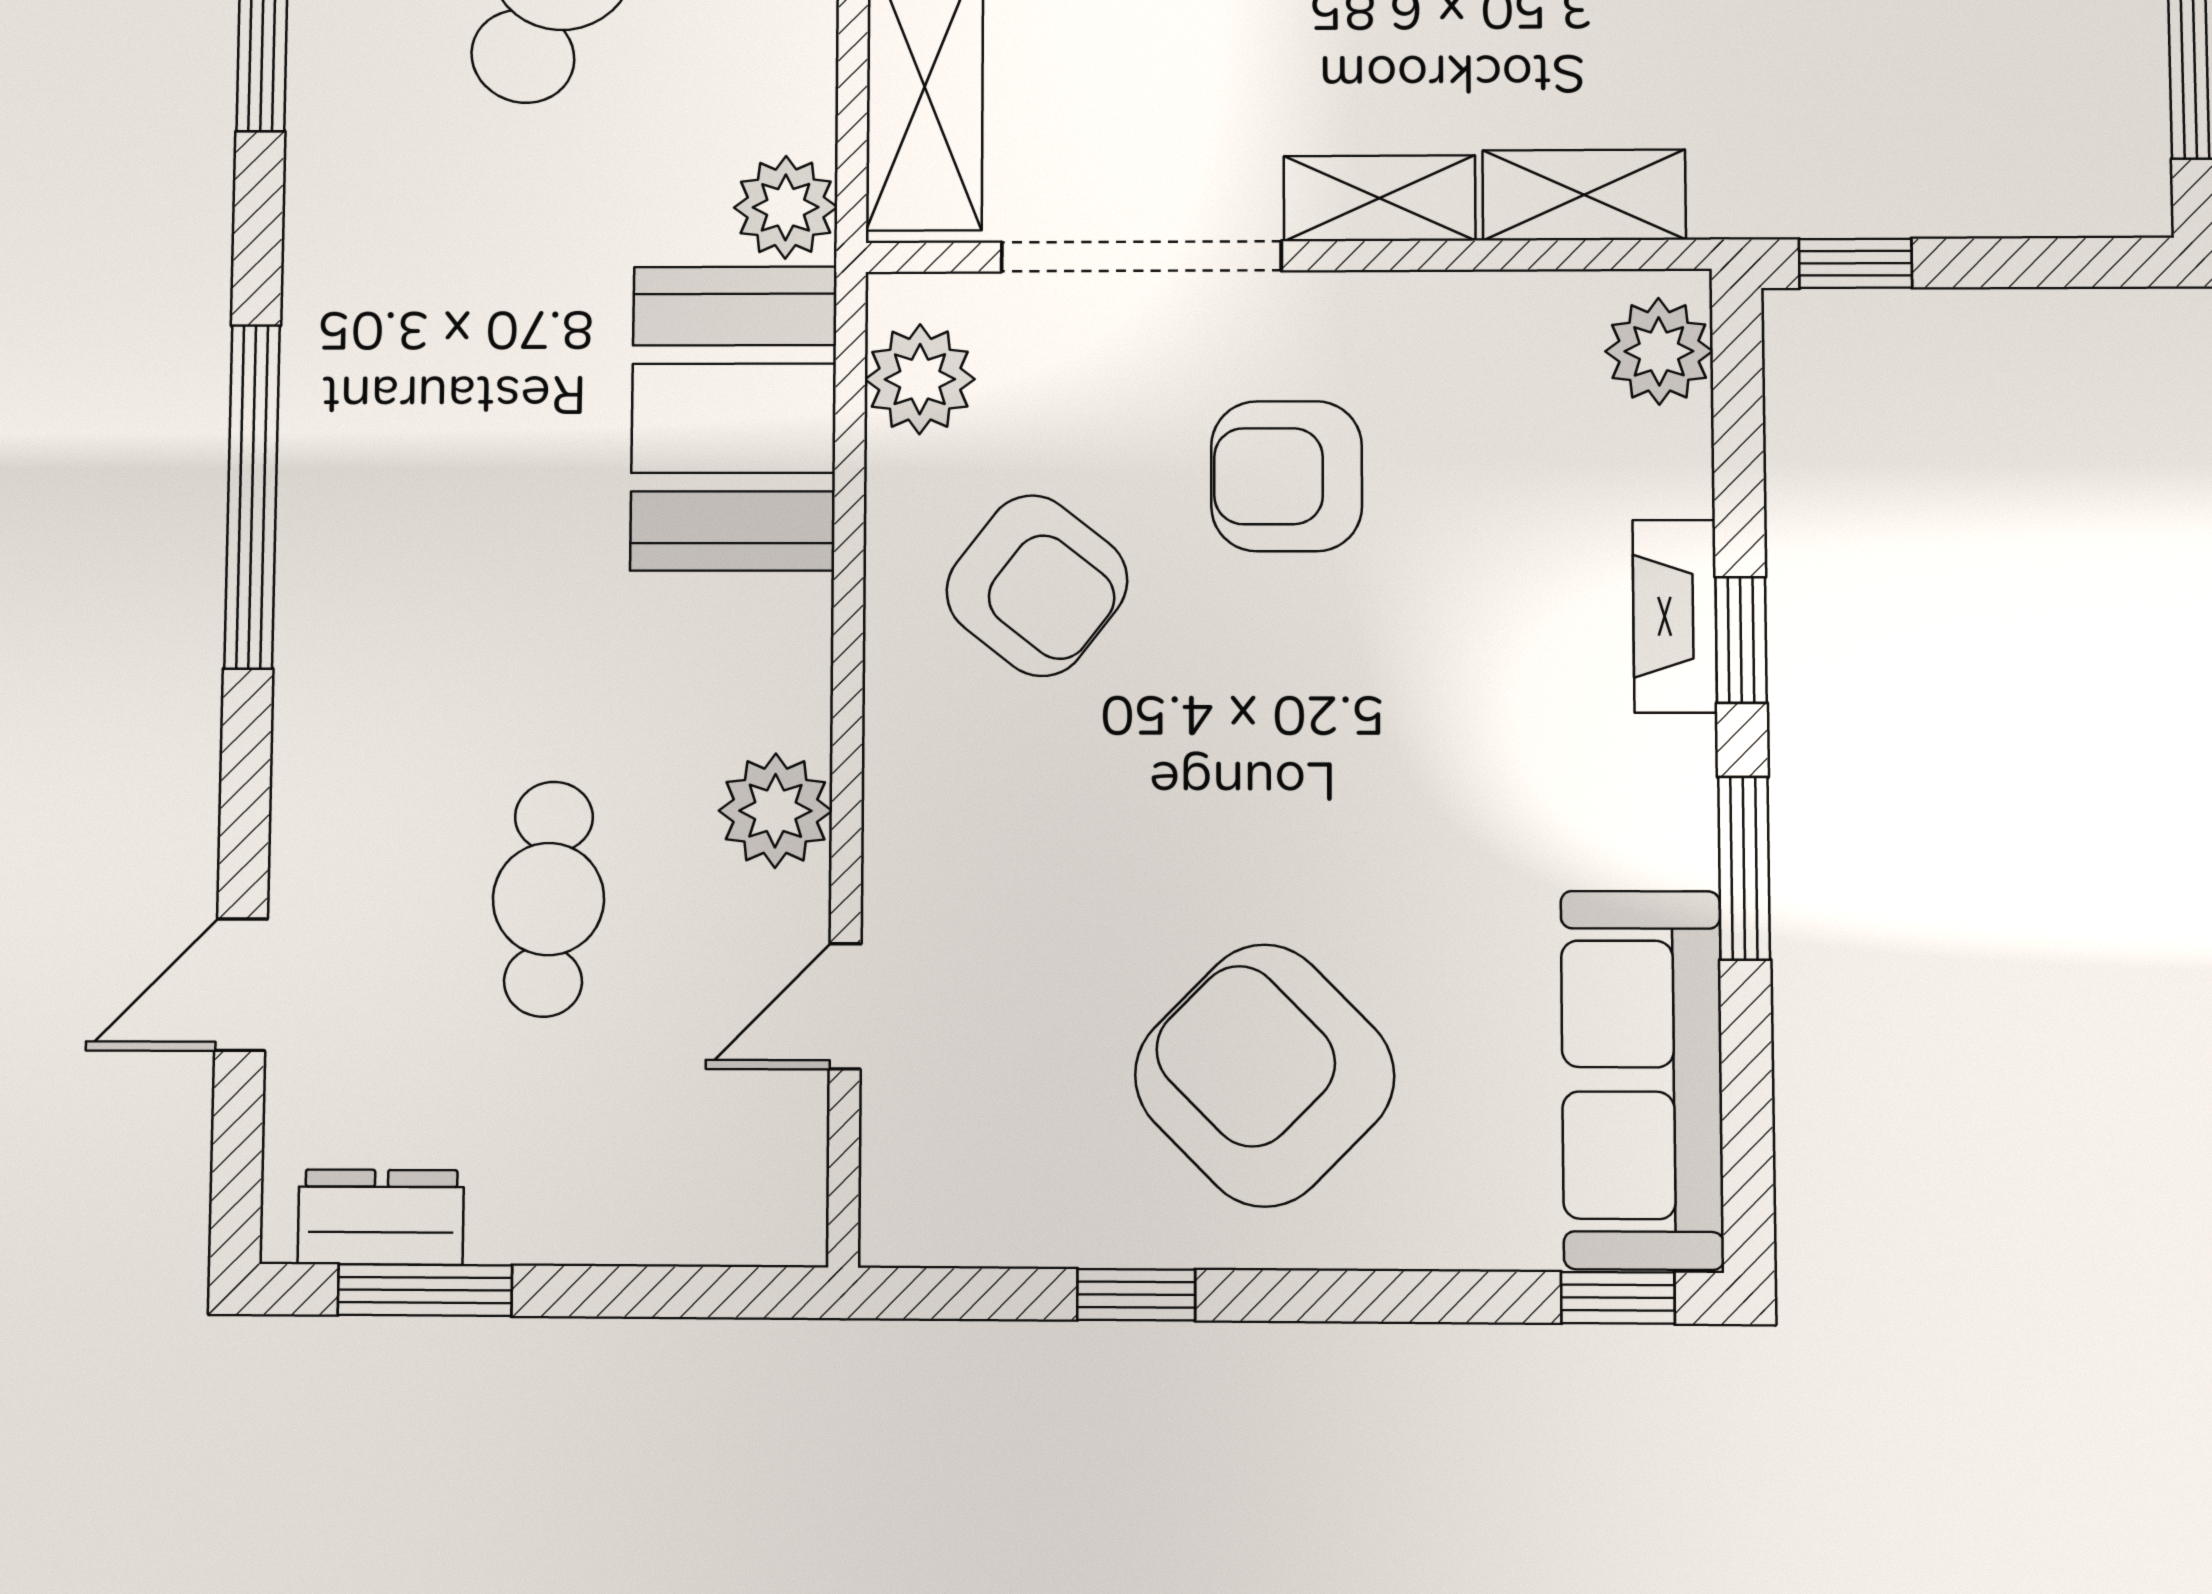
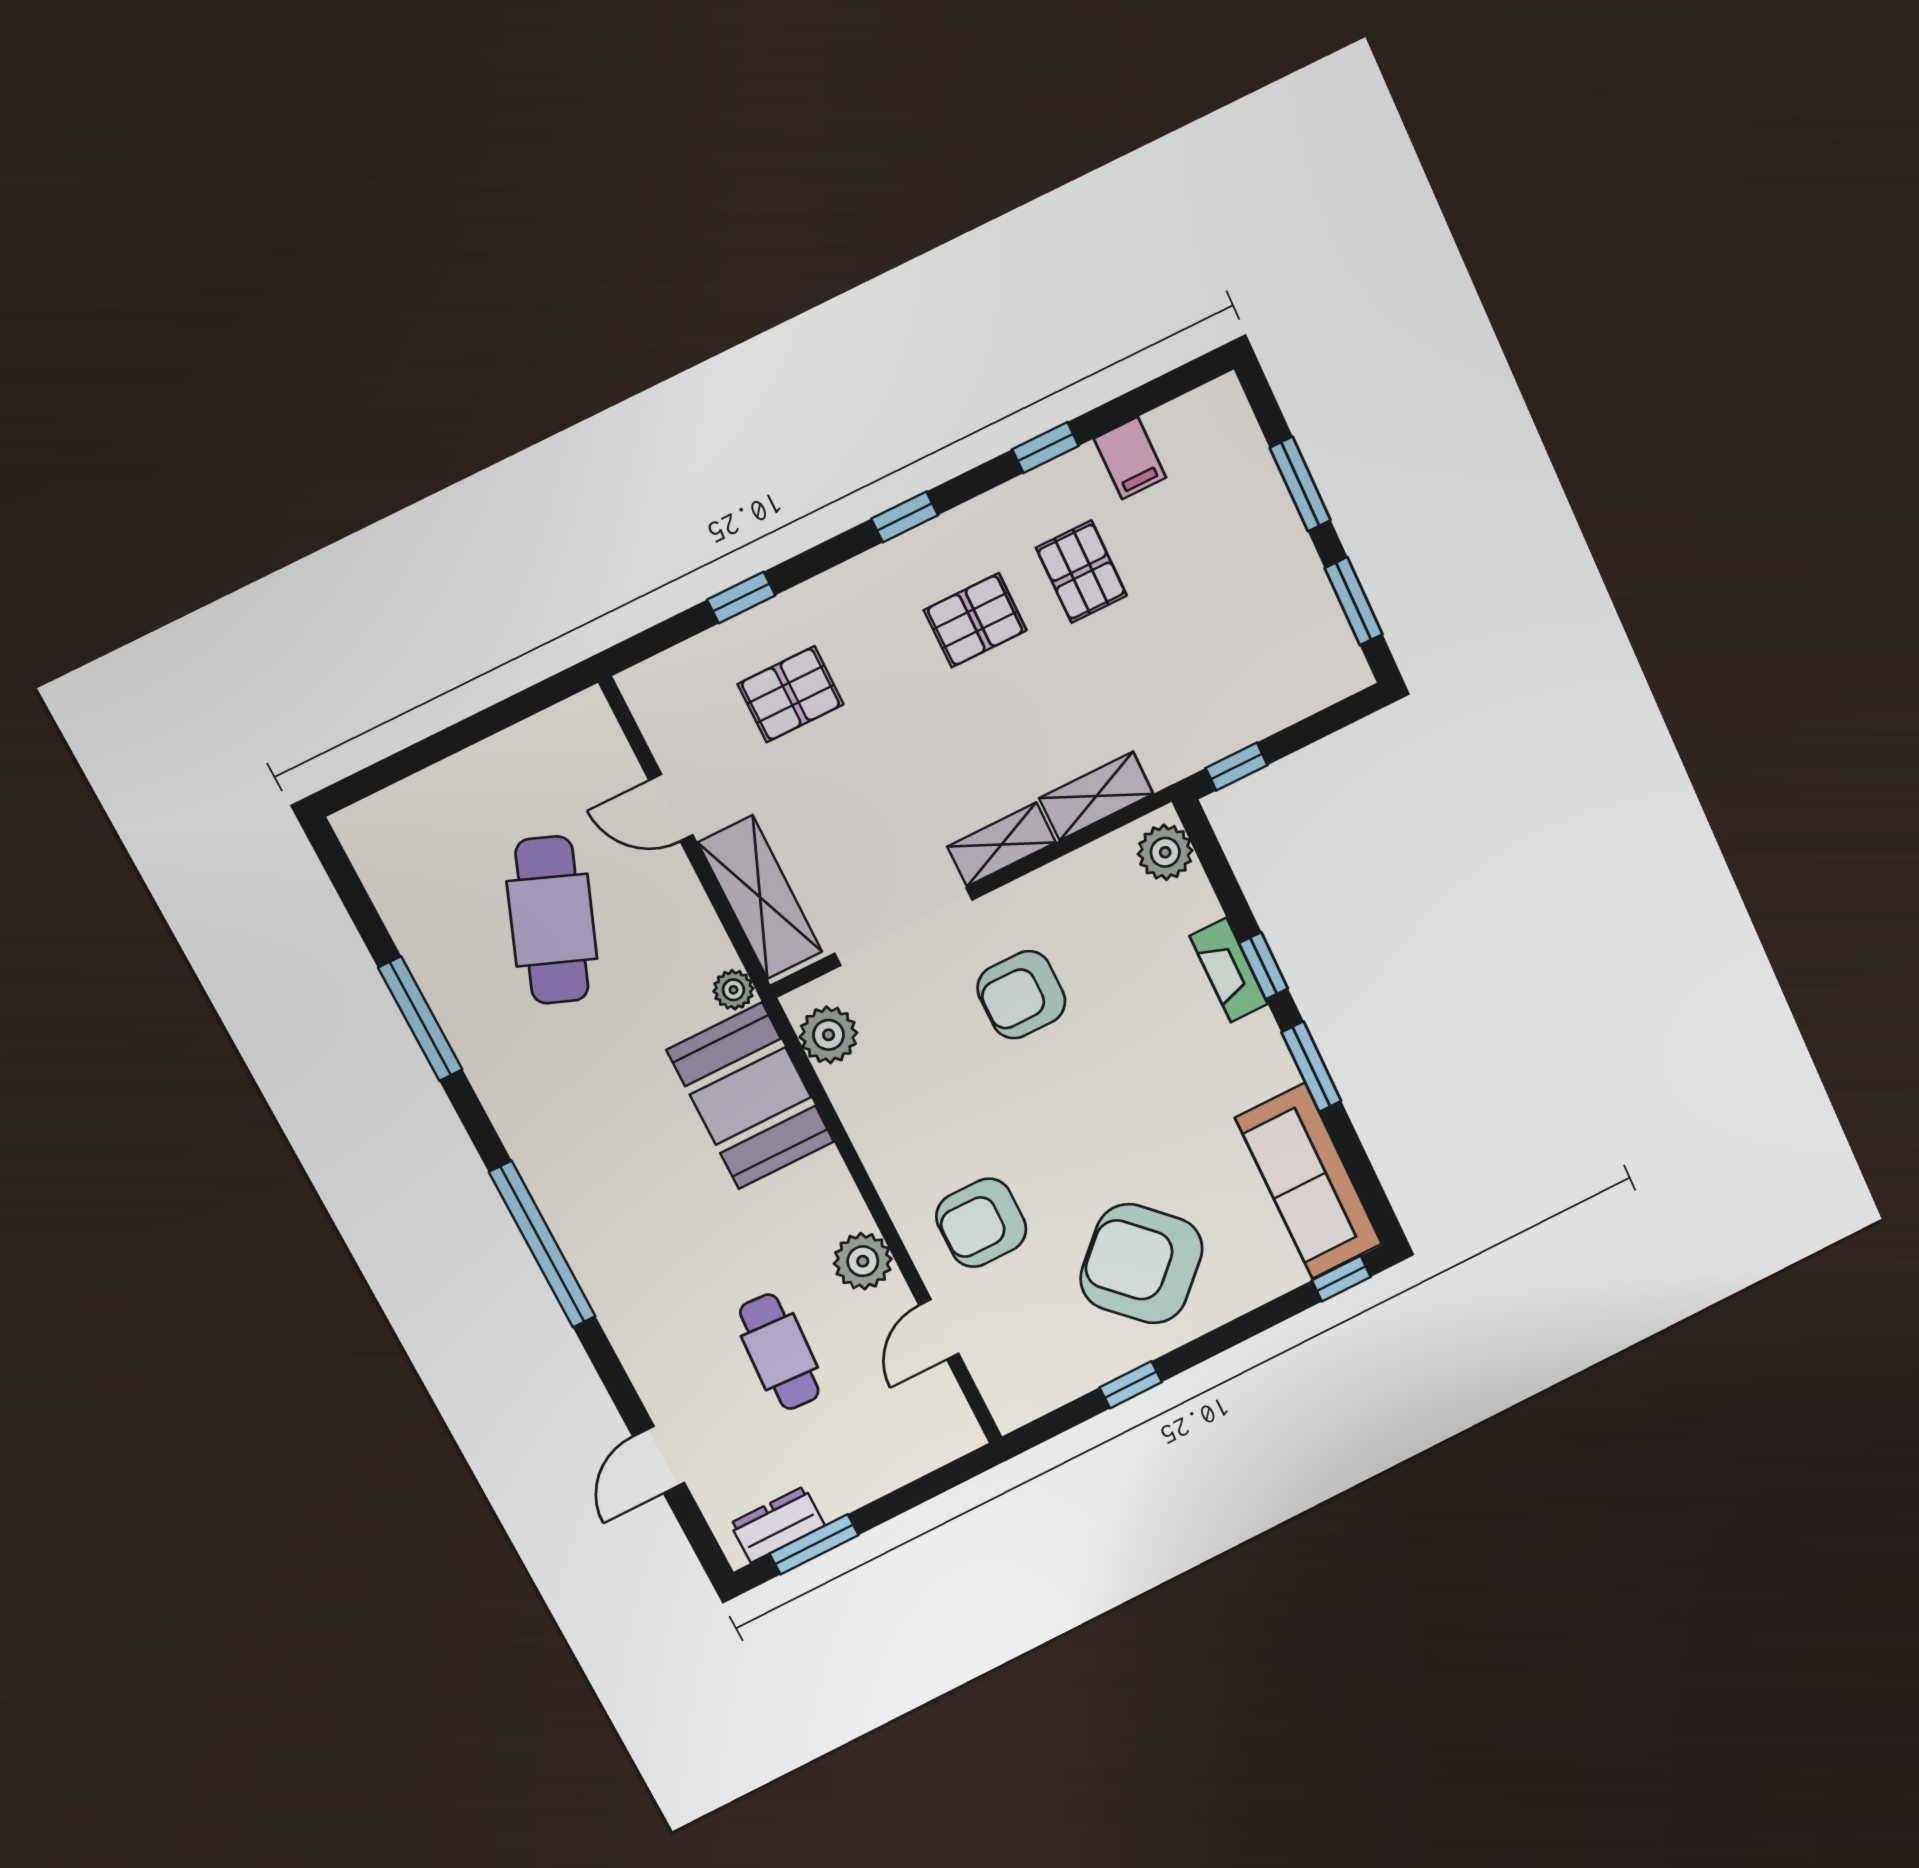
plant: (786, 207) -> (733, 990), width x0.73, depth x0.73
armchair: (1037, 586) -> (981, 1223), moved, turned 142

